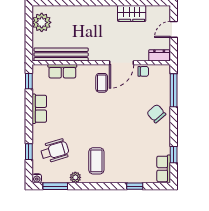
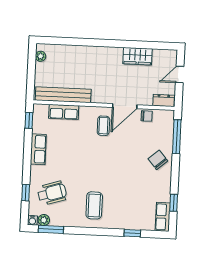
plant: (42, 22) -> (41, 56), width x0.53, depth x0.53
plant: (75, 177) -> (44, 220), moved

